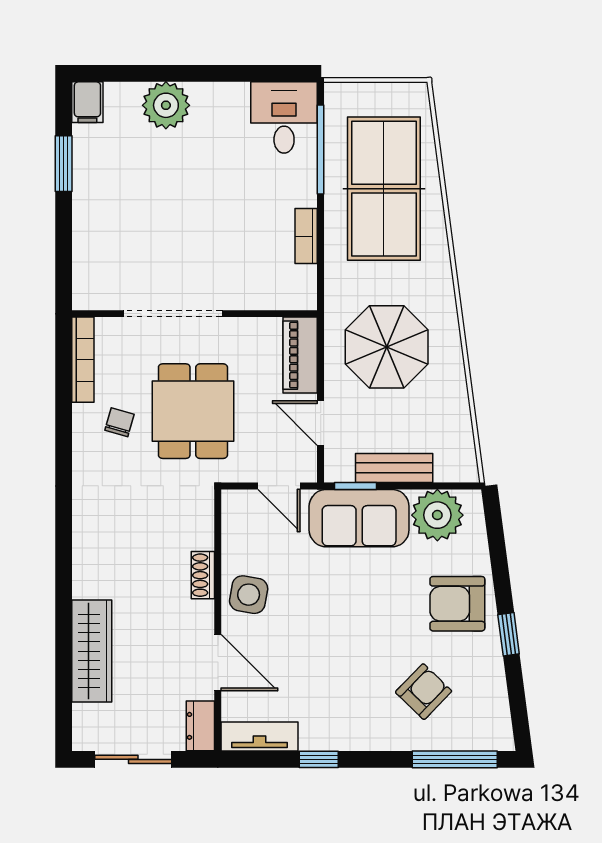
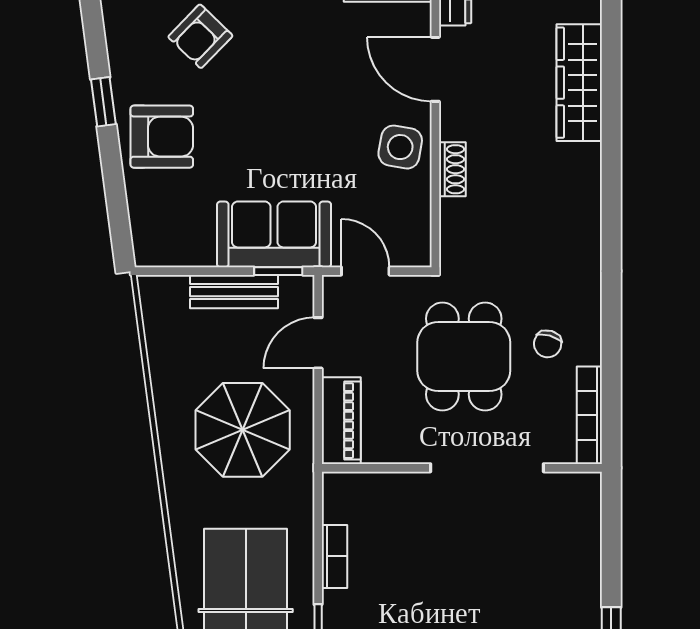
door: (321, 423) -> (318, 343), swing flipped
plant: (437, 515) -> (185, 238), removed

